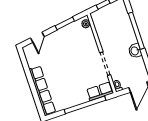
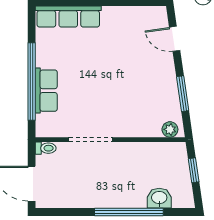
washbasin: (135, 51) -> (159, 198), moved
row of seats: (42, 91) -> (68, 17), width x0.73
row of seats: (100, 91) -> (46, 91), moved

